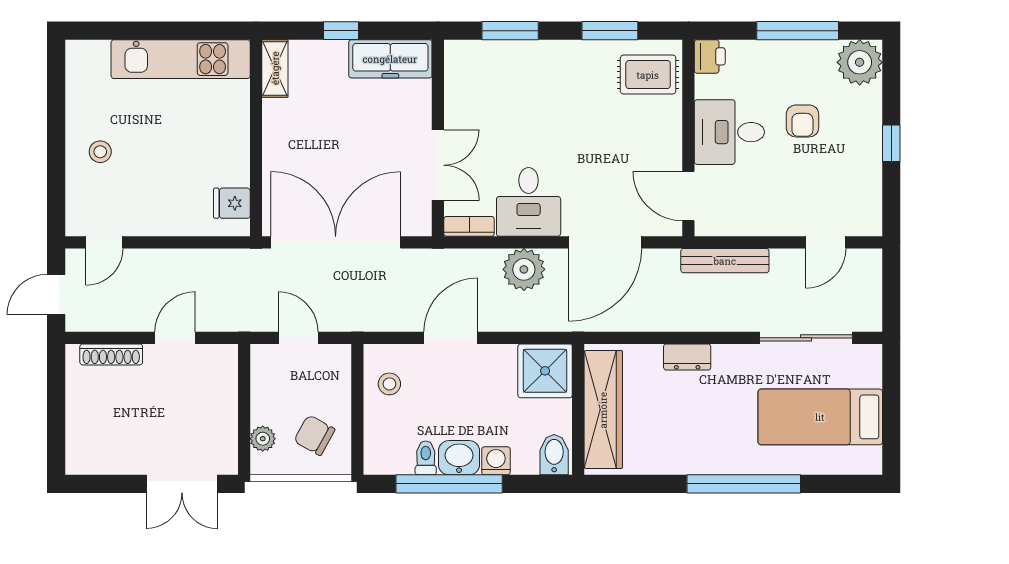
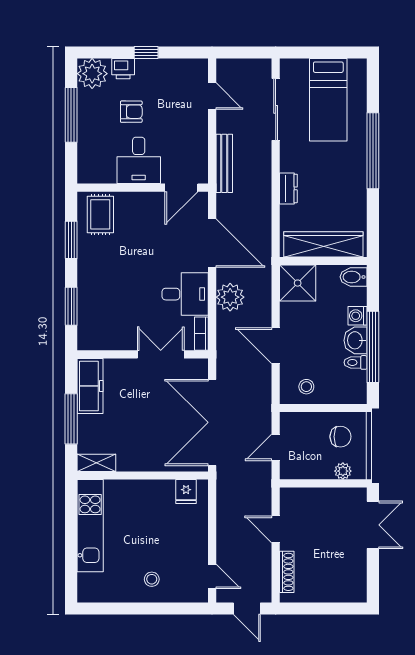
window: (341, 31) -> (71, 419), width x2.17
printer: (710, 56) -> (123, 69), moved, turned 180
chair: (314, 435) -> (340, 437), turned -119

